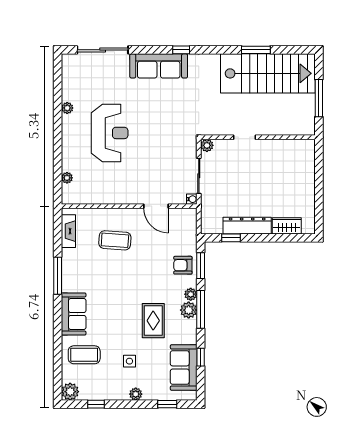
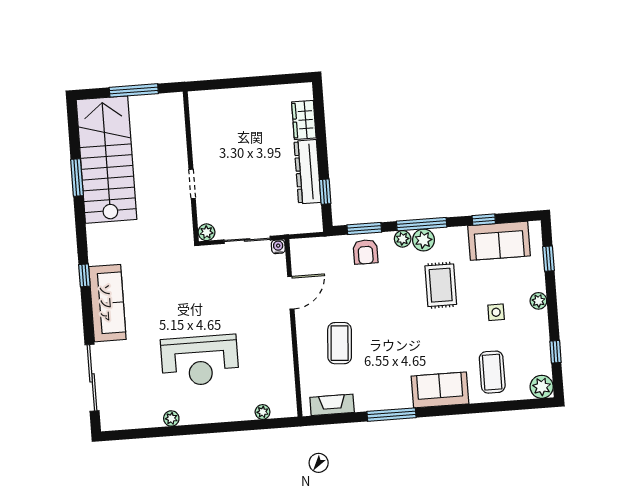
reception desk: (110, 133) -> (200, 361), turned 180
rug: (153, 321) -> (441, 285), turned 90

